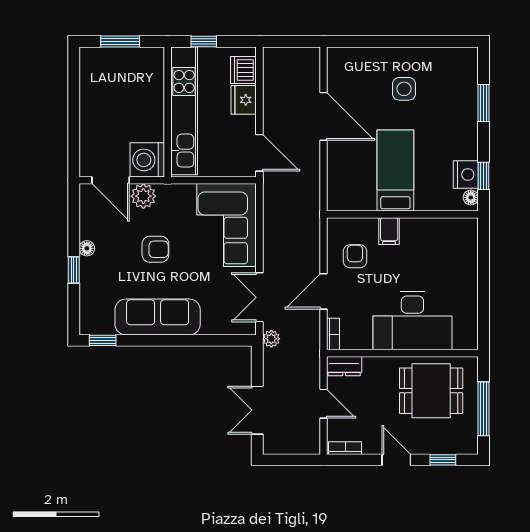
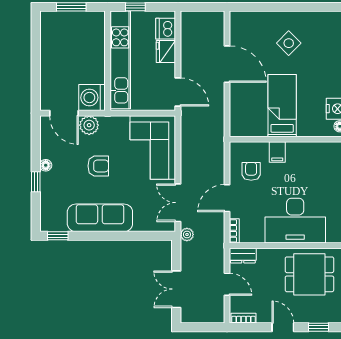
side table: (404, 89) -> (289, 43), turned 45

